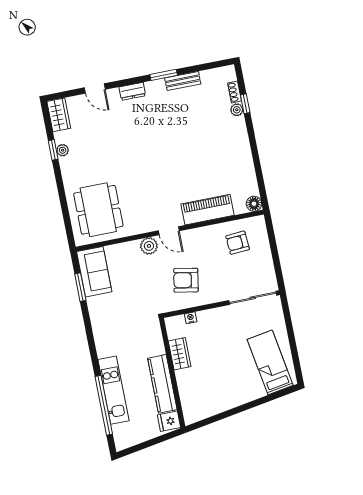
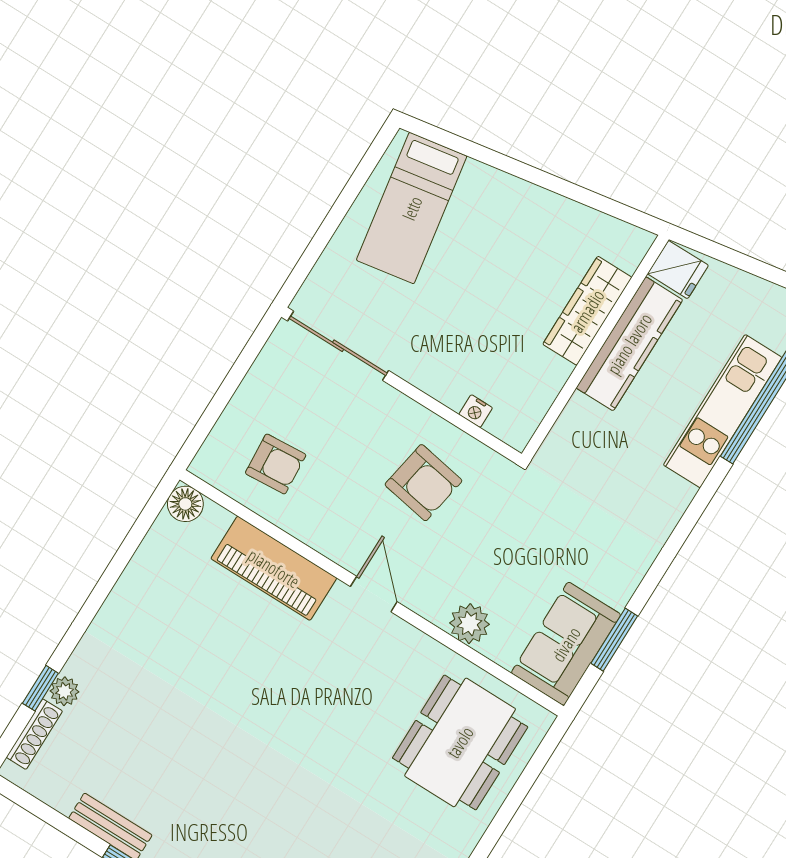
shoe rack: (234, 92) -> (34, 734), width x1.43
plant: (149, 246) -> (470, 624), moved
wardrobe: (180, 354) -> (587, 311), moved, width x1.50

